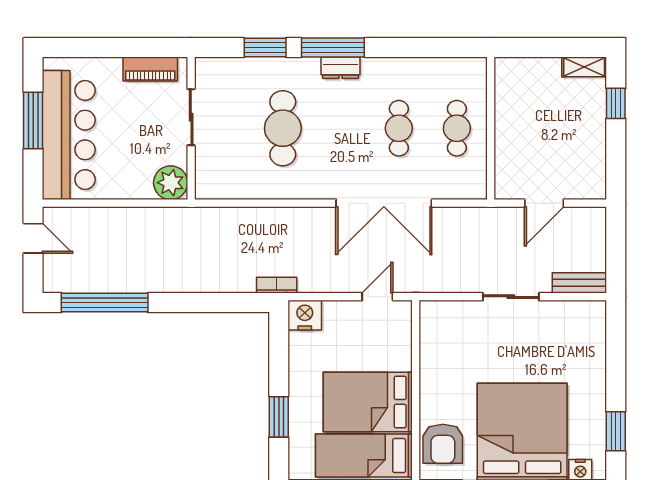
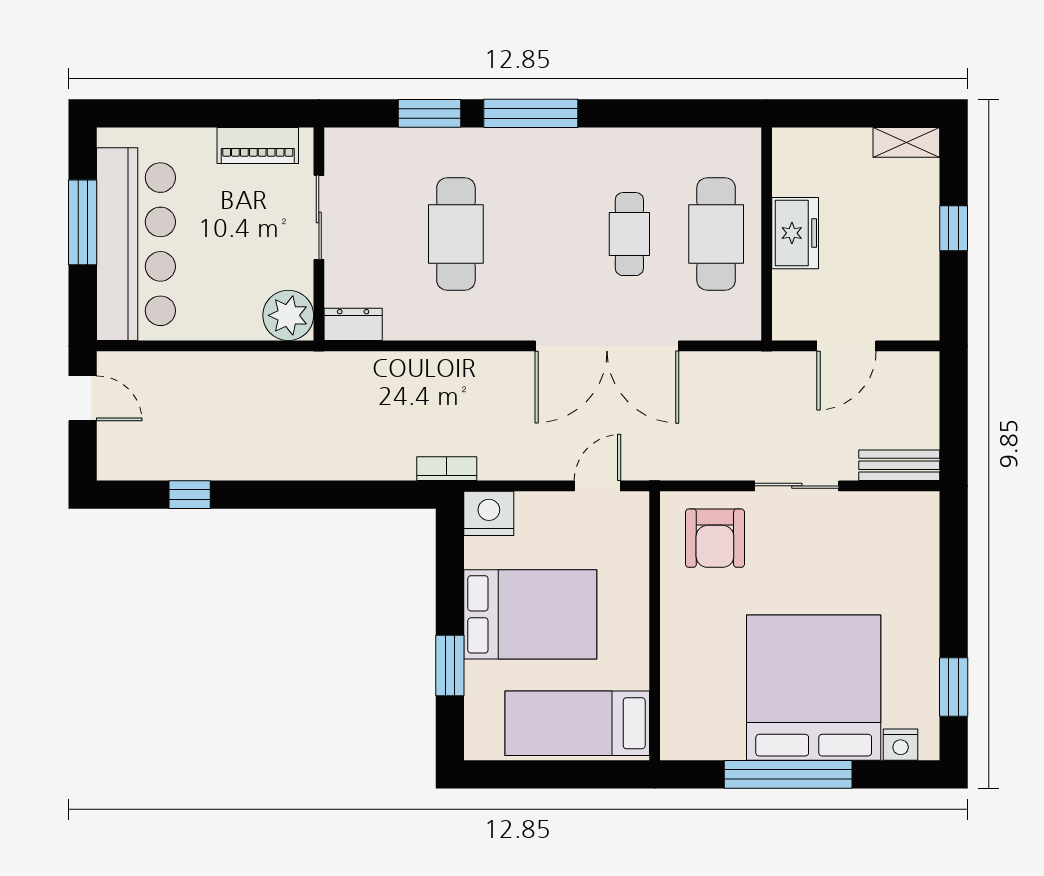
dresser: (341, 68) -> (353, 324), moved, turned 180
window: (616, 103) -> (954, 228), moved
cafe table: (457, 128) -> (716, 234), width x1.37, depth x1.35
freezer: (510, 128) -> (795, 233), added
window: (105, 303) -> (190, 495), width x0.32
bed: (368, 402) -> (530, 614), moved, turned 180
armchair: (443, 444) -> (715, 538), moved

